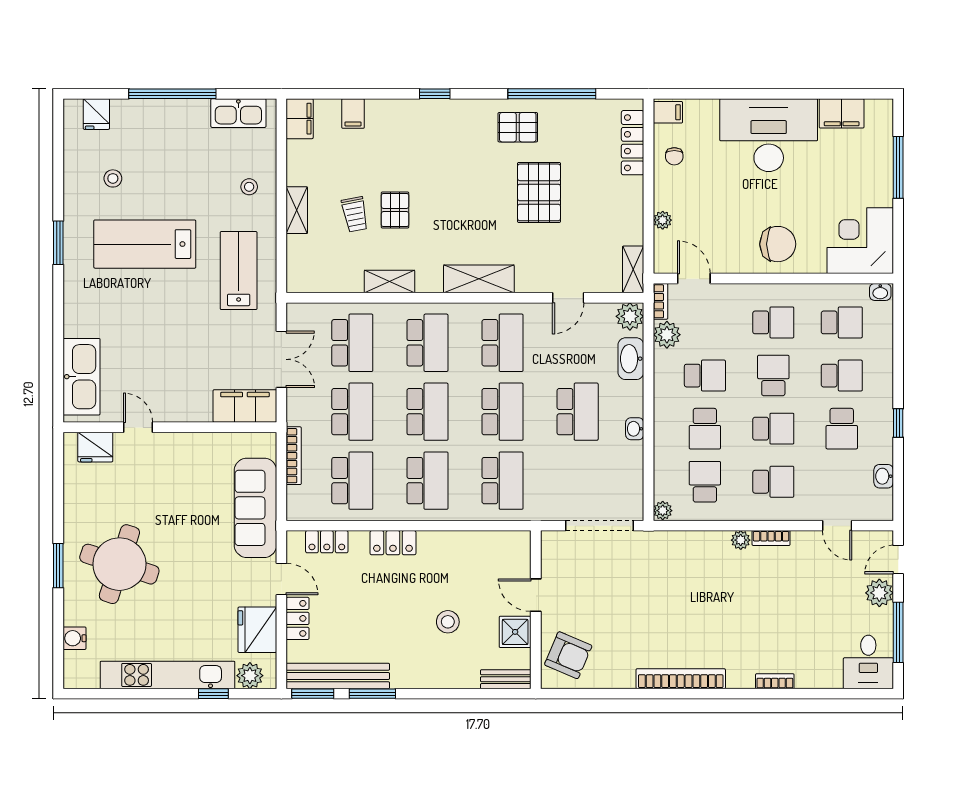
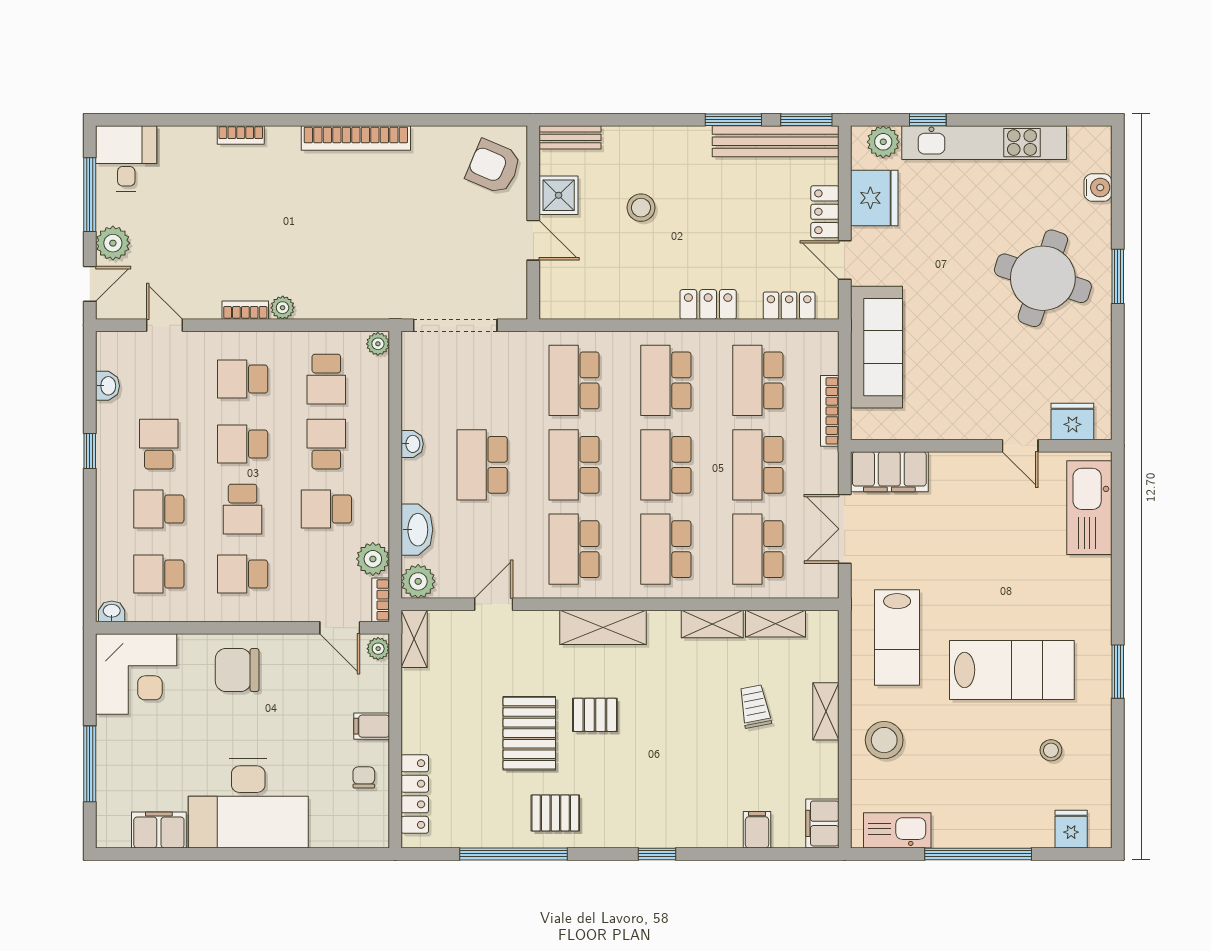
filing cabinet: (668, 112) -> (372, 726), moved
stool: (249, 187) -> (884, 740), width x1.89, depth x1.89
pallet: (395, 210) -> (595, 715), moved, turned 90
plant: (663, 220) -> (378, 649), moved
shelving: (338, 282) -> (775, 624), added

